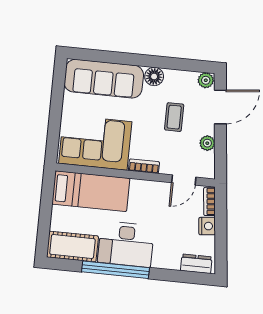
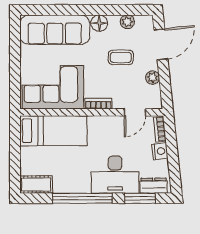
plant: (206, 80) -> (127, 22), moved
coffee table: (174, 117) -> (121, 57), turned 90
desk: (126, 244) -> (115, 175), moved
cot: (72, 247) -> (36, 184), width x0.73, depth x0.75
window: (180, 276) -> (140, 198), added

